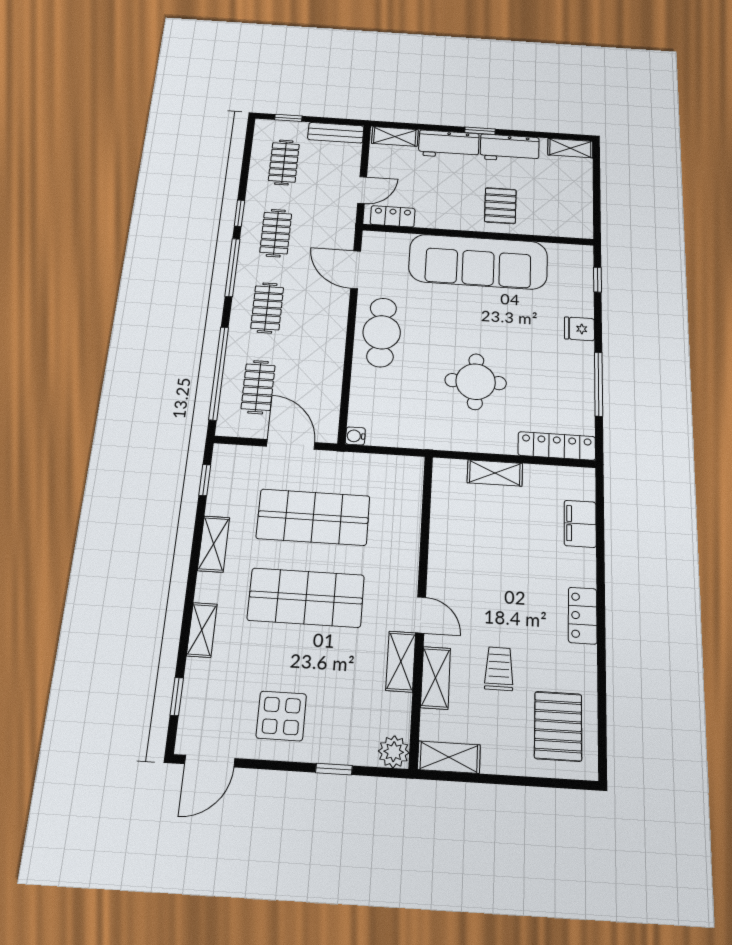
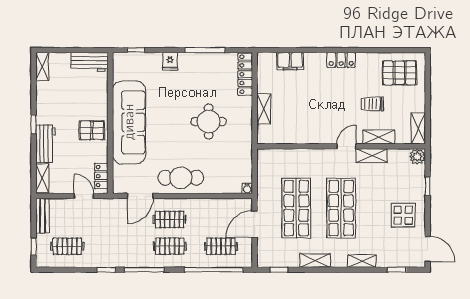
workbench: (510, 148) -> (89, 62), moved, turned 90
pallet: (500, 206) -> (92, 130), moved
clothes rail: (276, 233) -> (170, 219), moved

